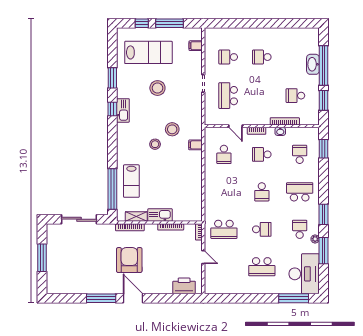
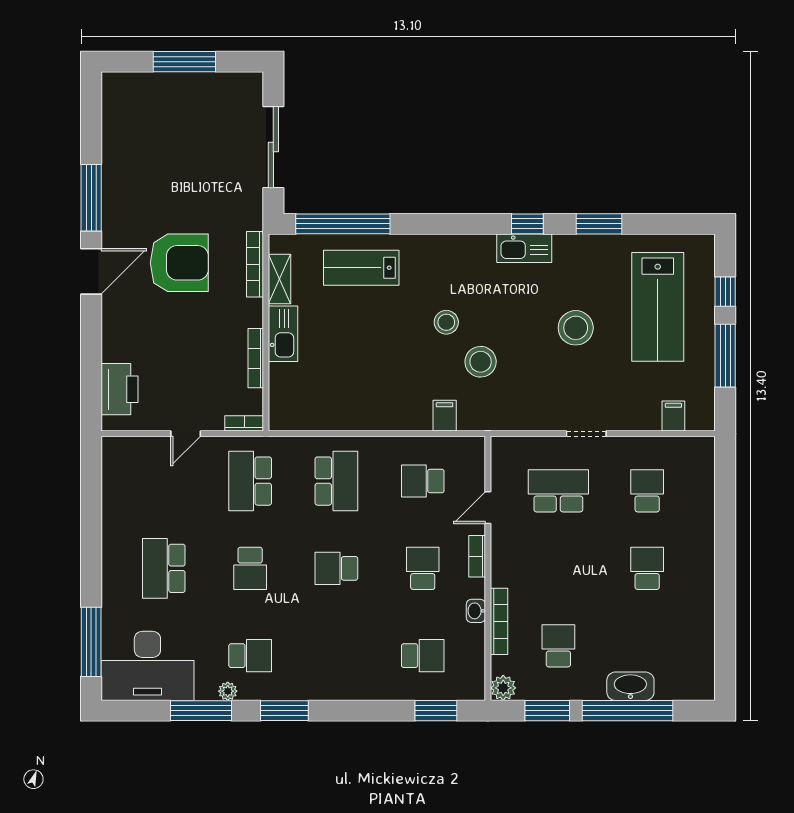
plant: (314, 119) -> (503, 688), added
school desk: (300, 192) -> (336, 481), moved

